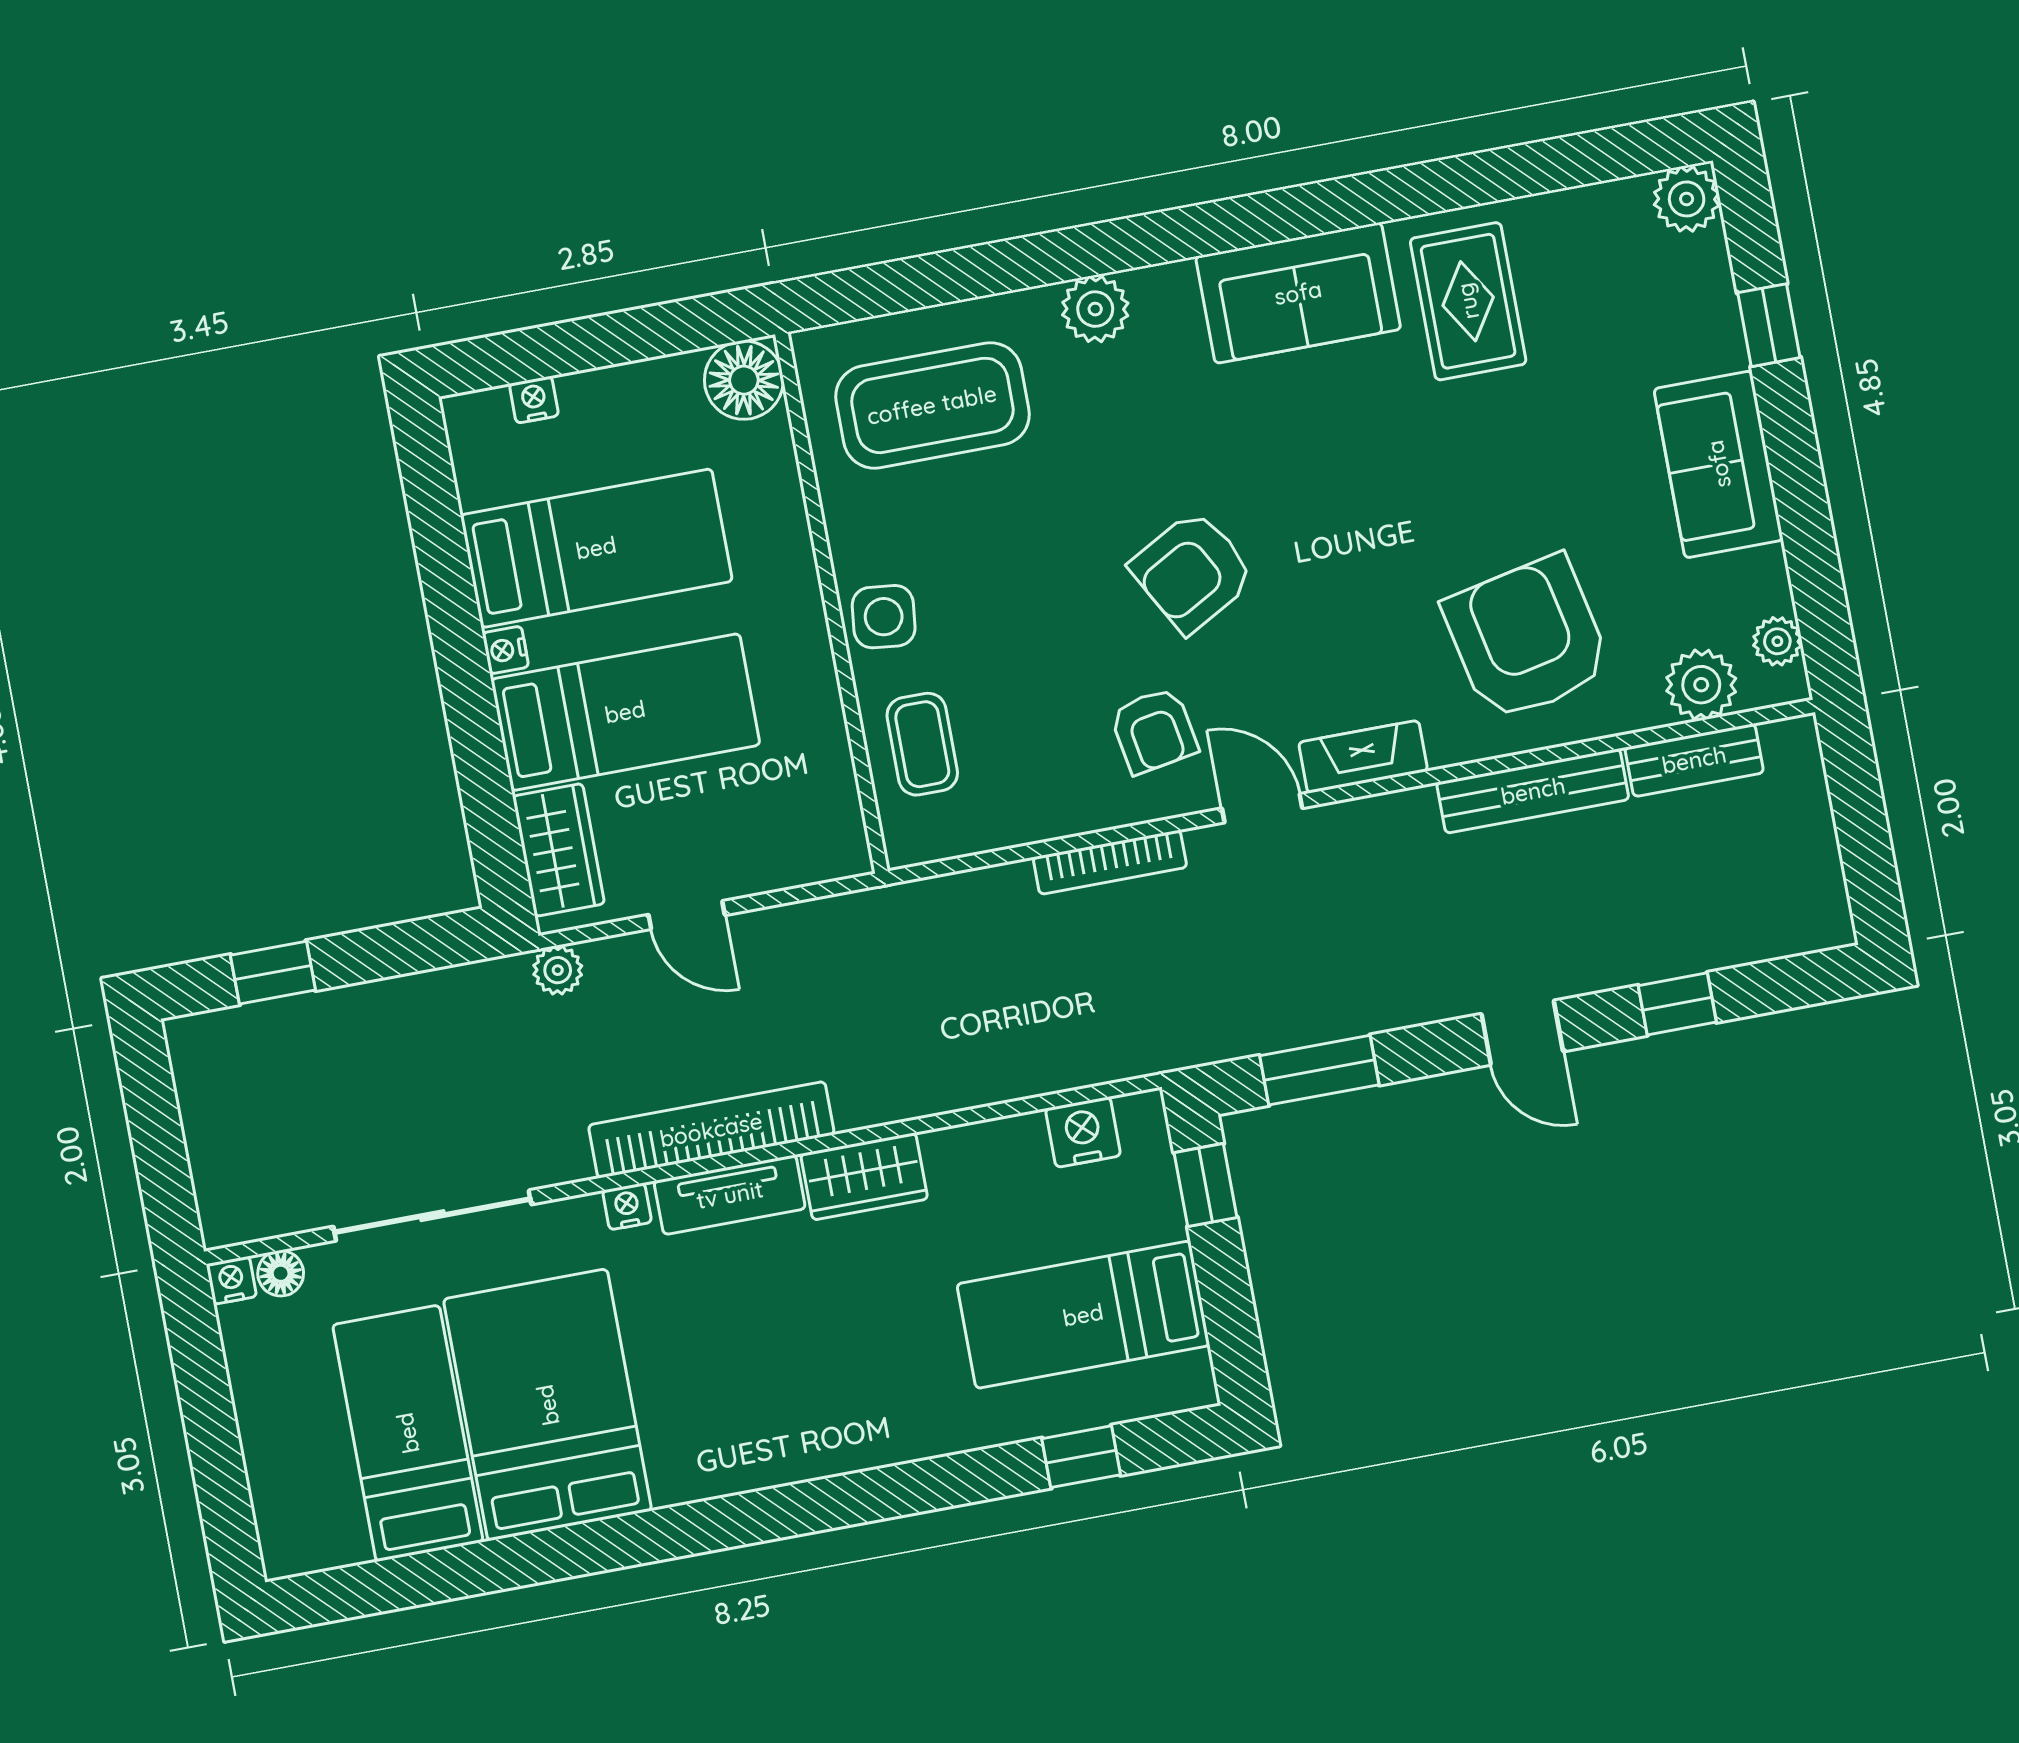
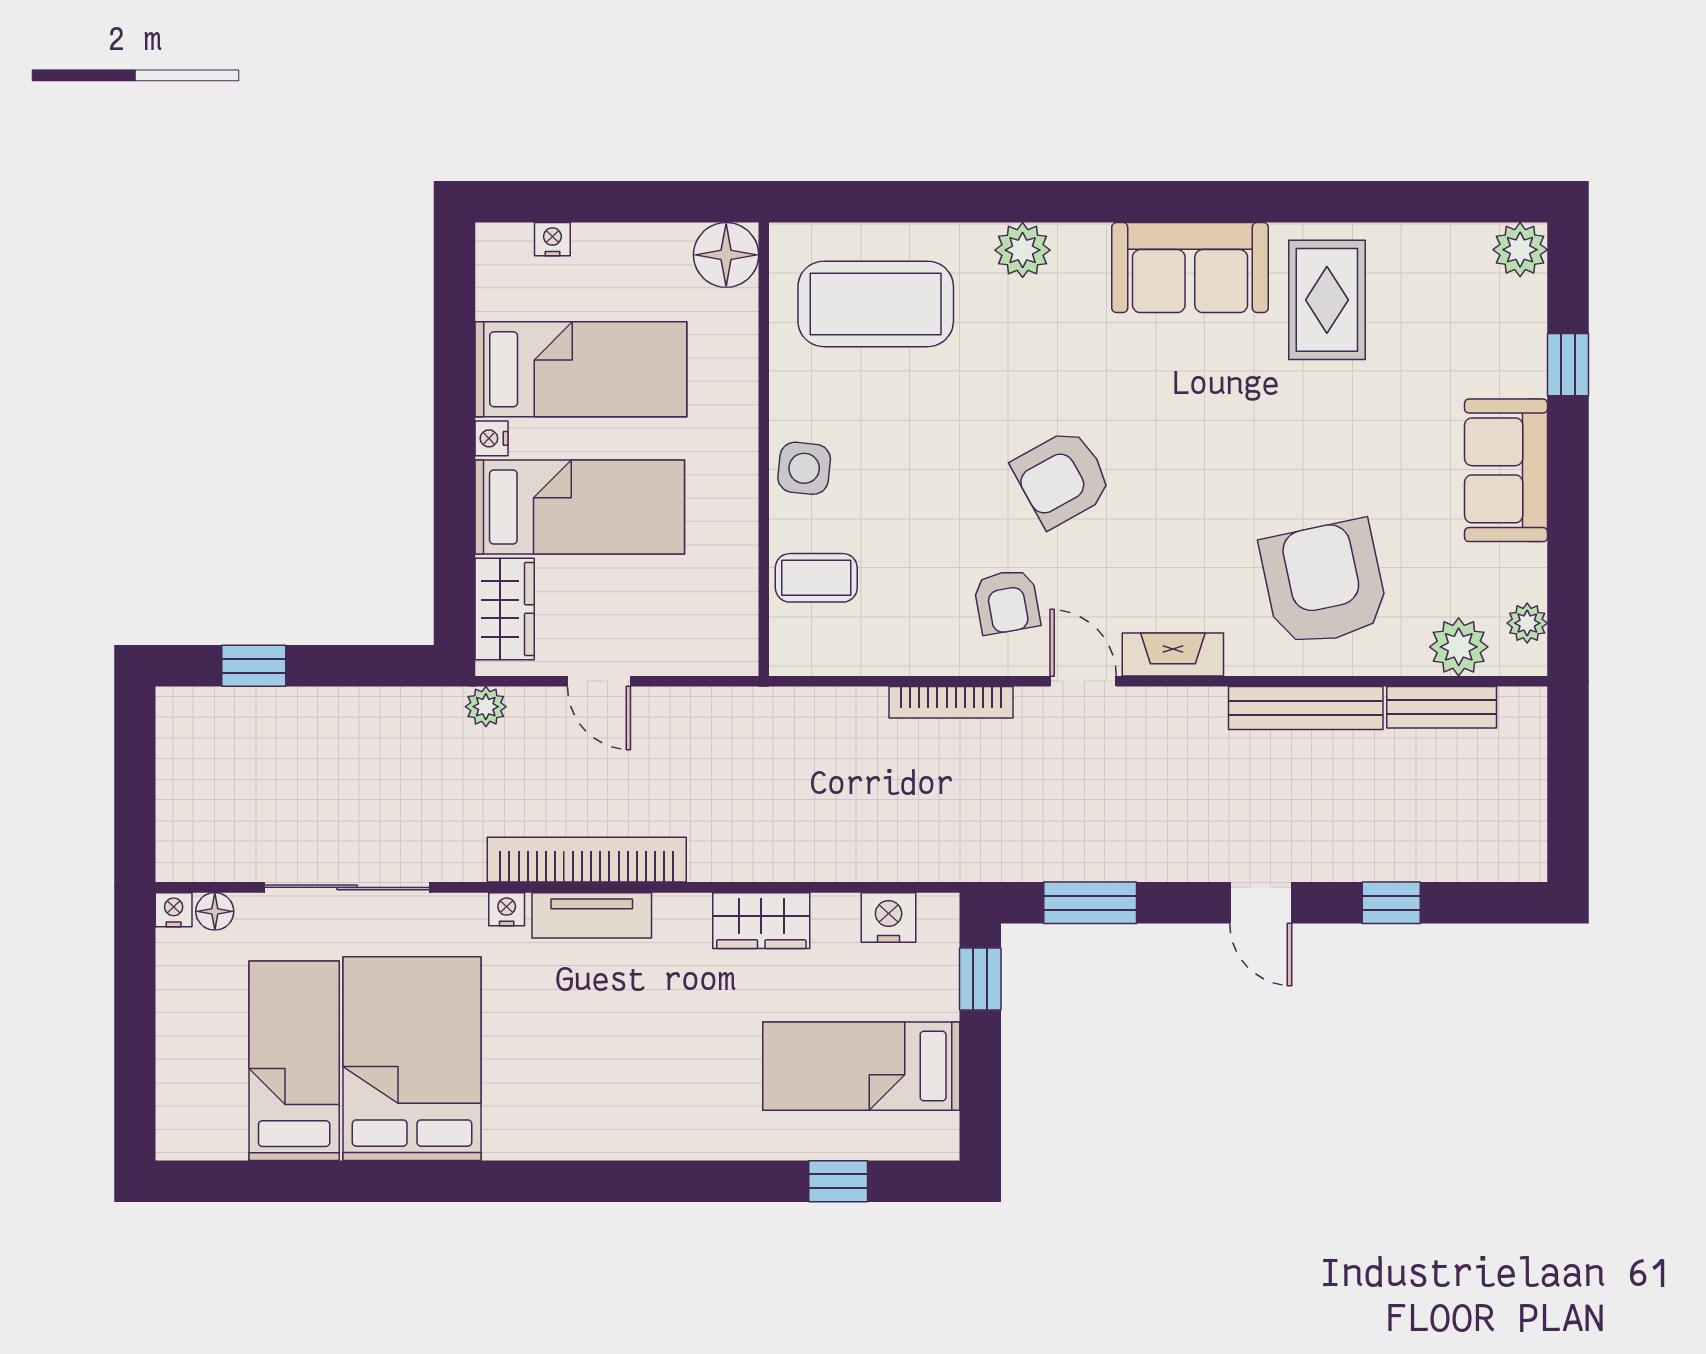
coffee table: (922, 744) -> (816, 578), turned 90
wardrobe: (864, 1176) -> (761, 921), moved

